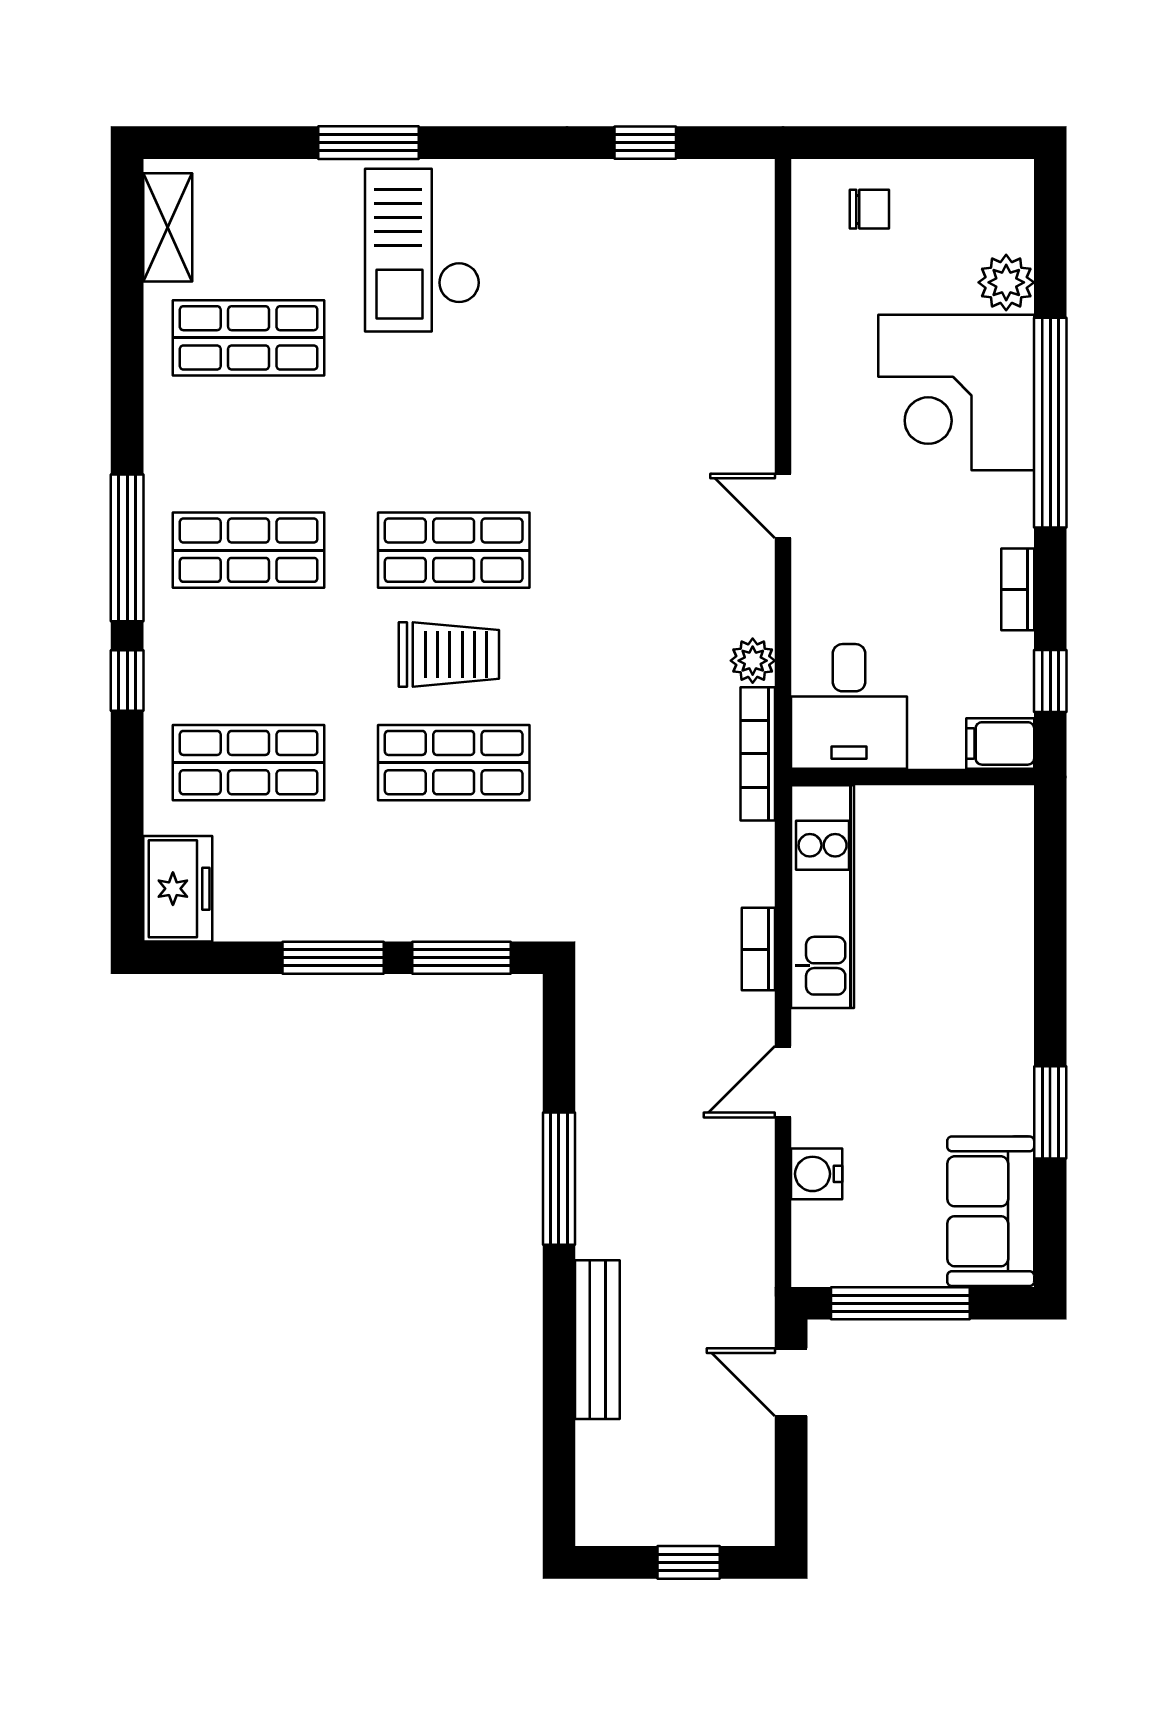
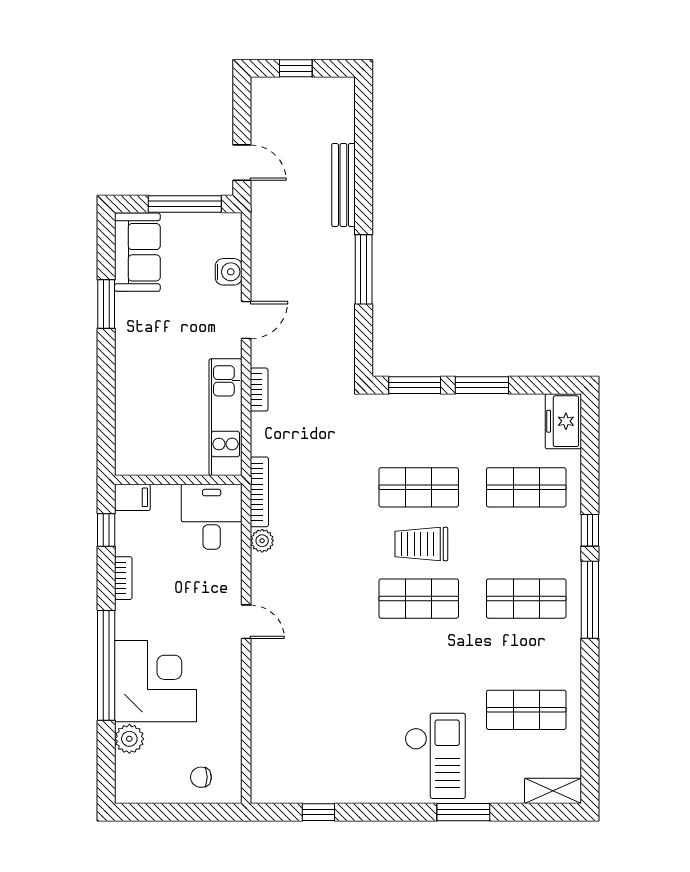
shelving: (168, 227) -> (553, 791), moved, turned 90

